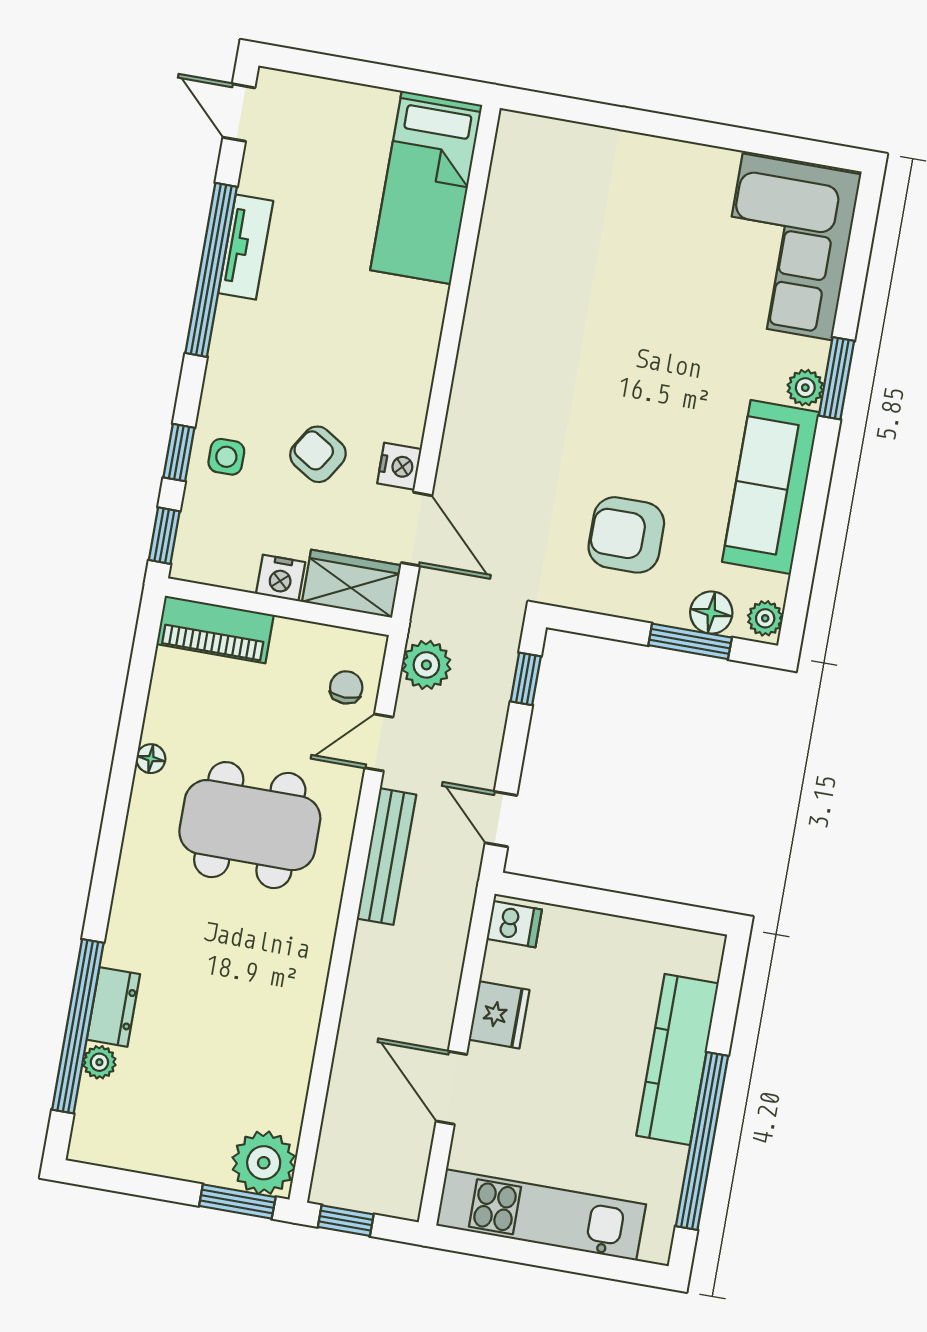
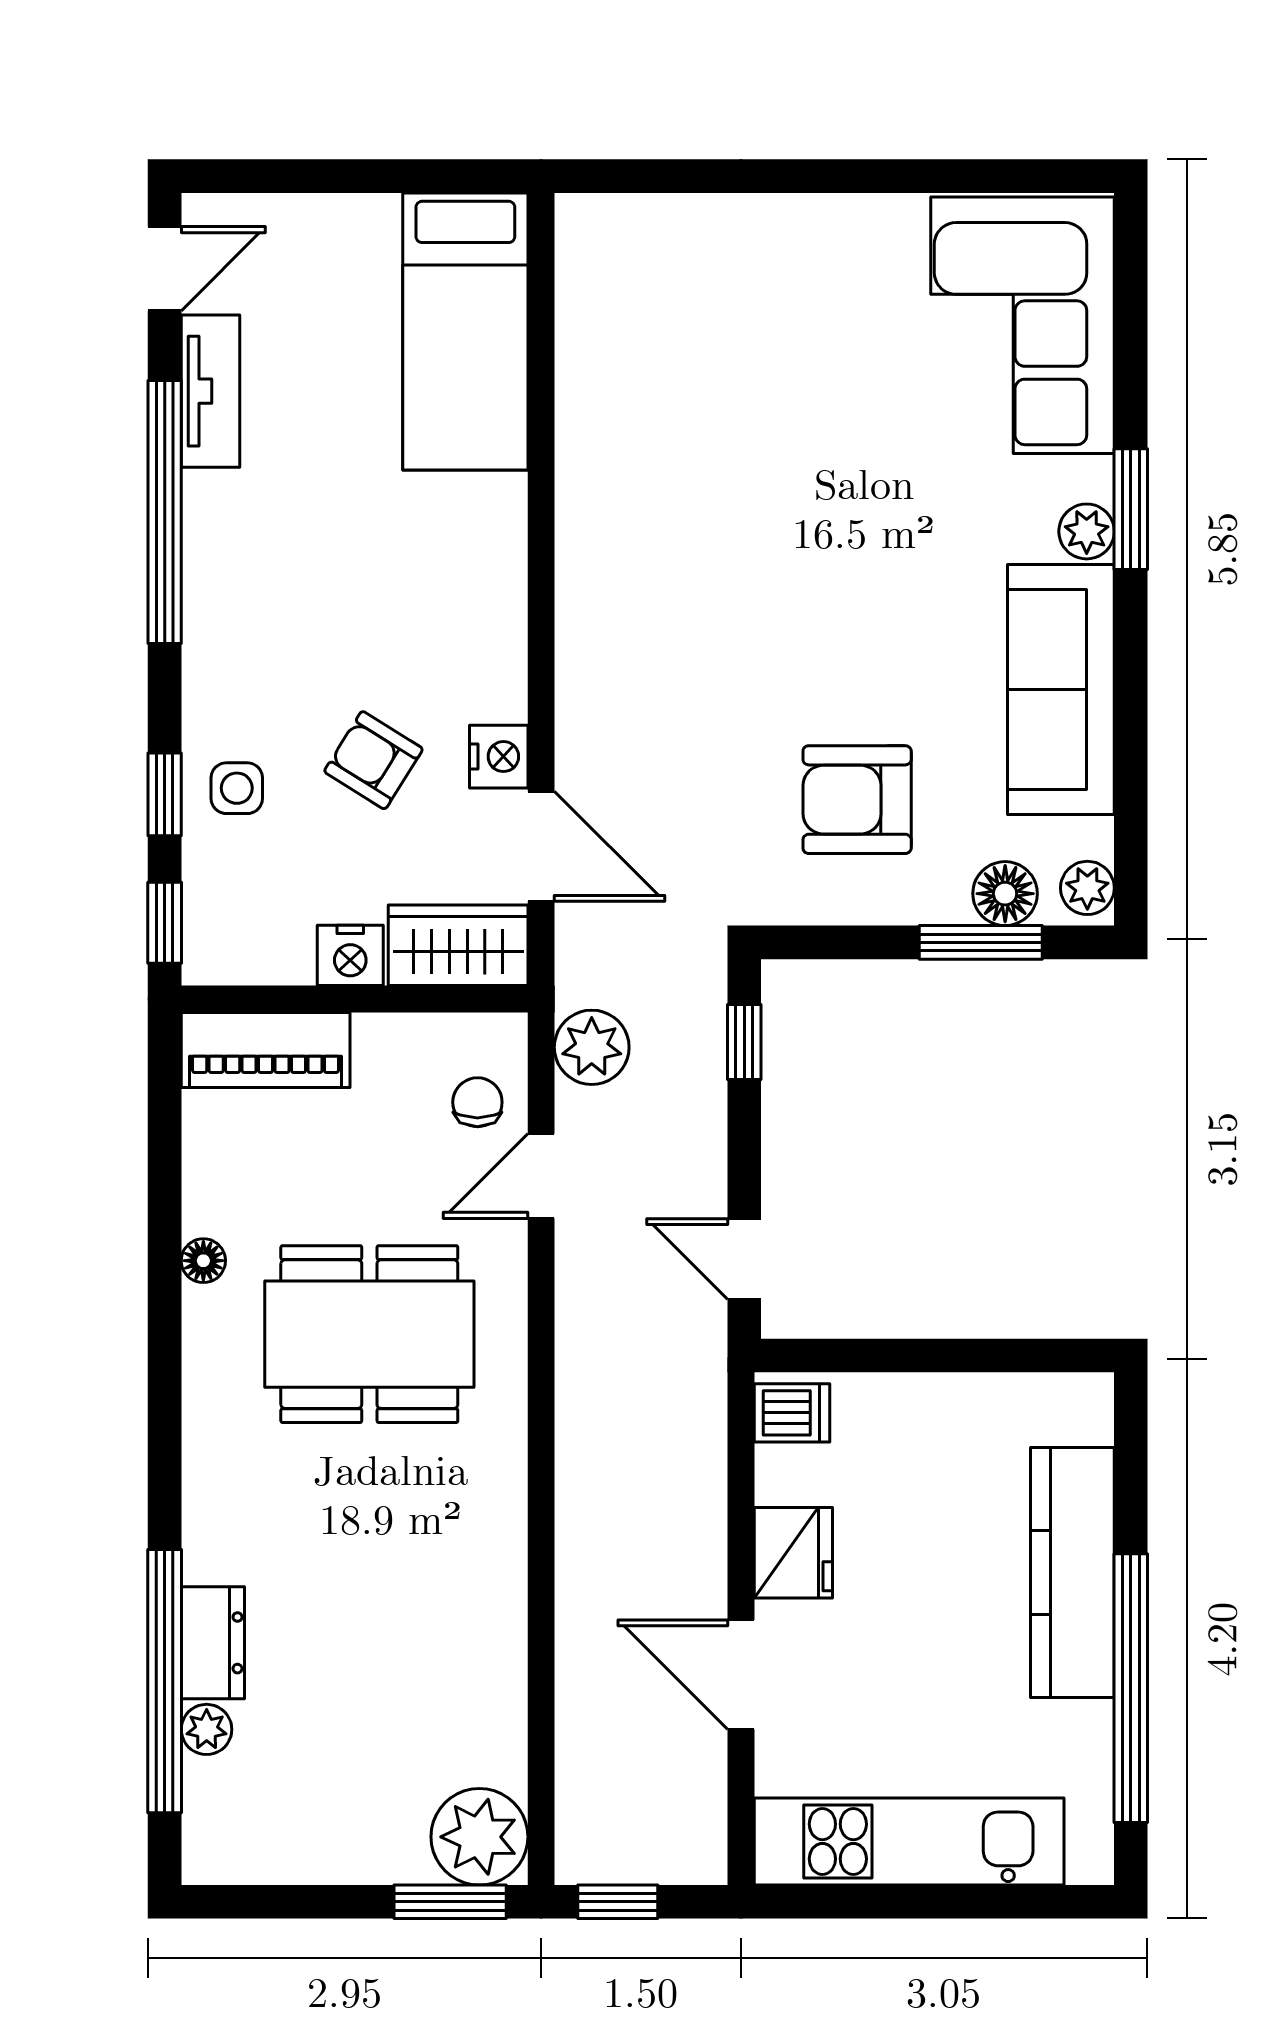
door: (239, 113) -> (165, 269), swing flipped
tv unit: (246, 247) -> (210, 391), moved
bench: (387, 857) -> (583, 1345), removed

